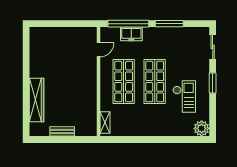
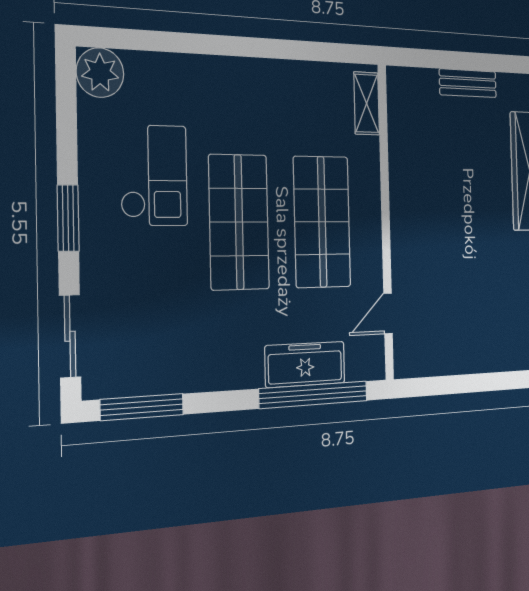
window: (169, 24) -> (142, 407), moved
freezer: (131, 34) -> (305, 364), width x1.40
checkout: (184, 96) -> (154, 175), turned 180

